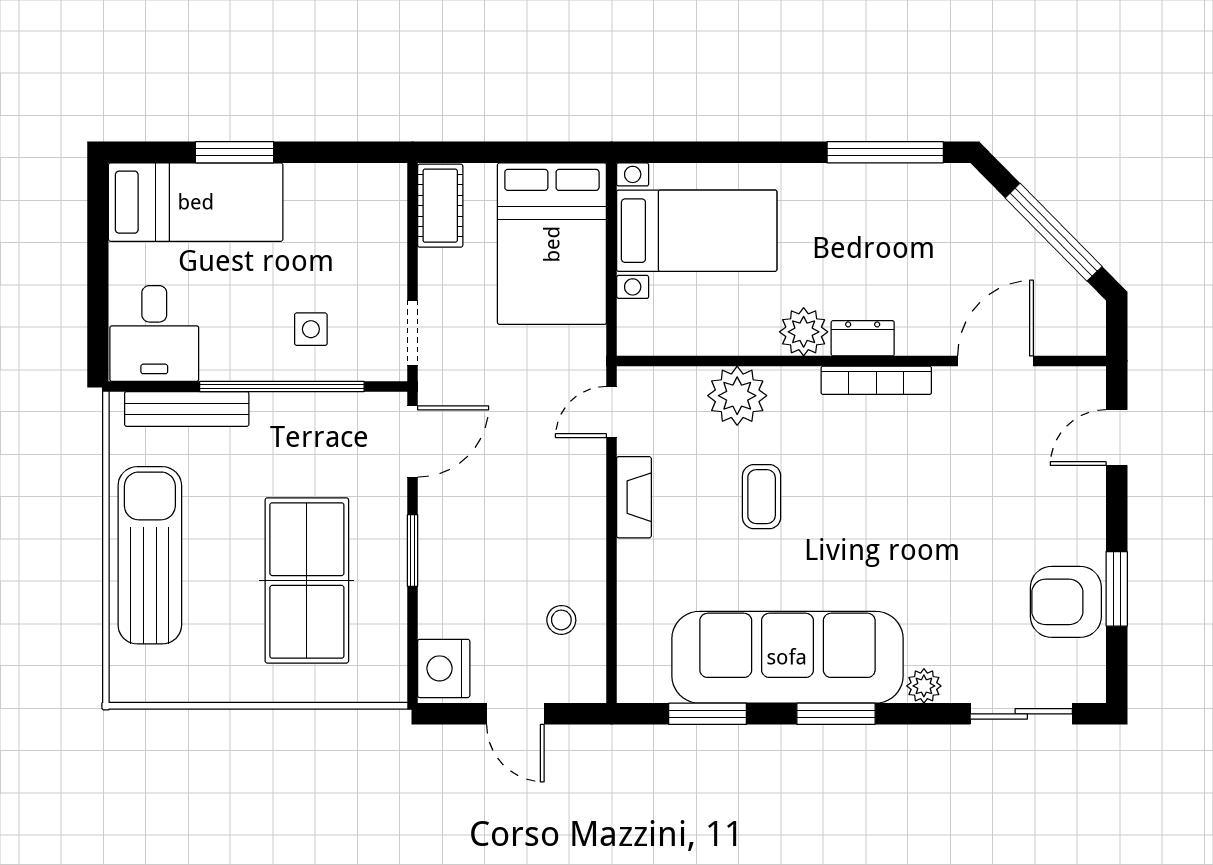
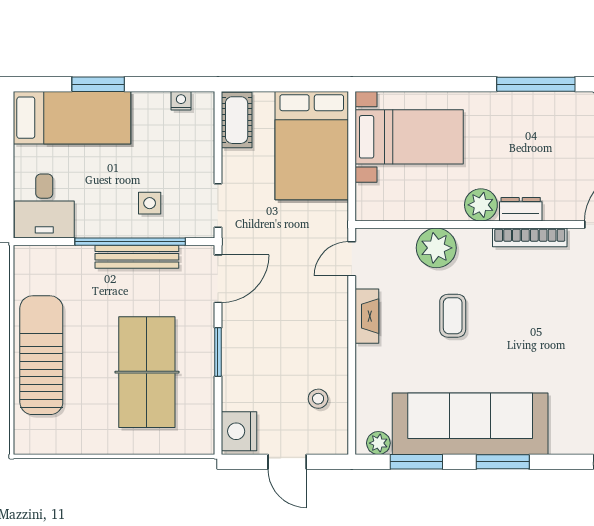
nightstand: (358, 177) -> (181, 101), added
bench: (187, 409) -> (137, 257), moved
plant: (924, 686) -> (378, 443), moved

